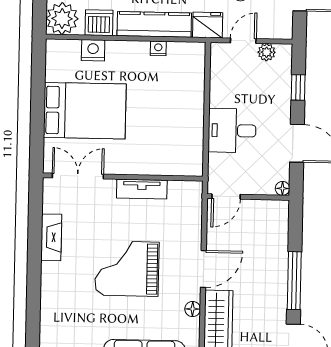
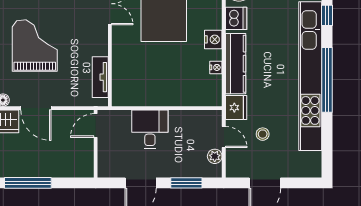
nightstand: (93, 50) -> (213, 39), moved
window: (298, 87) -> (186, 183), width x1.50
floor lamp: (282, 188) -> (103, 172), removed
tv unit: (142, 189) -> (100, 77), moved
door: (226, 196) -> (96, 126), hinge flipped

